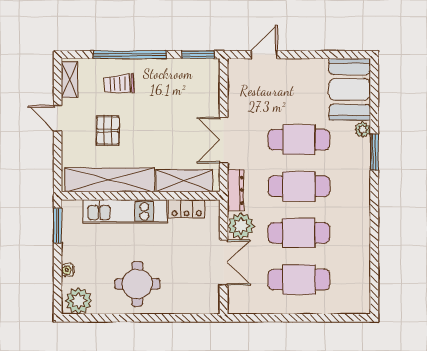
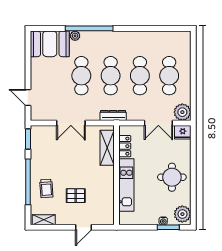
door: (58, 118) -> (84, 227), moved
double door: (224, 140) -> (71, 123), moved
window: (374, 152) -> (89, 28), width x2.11
shelving: (110, 180) -> (107, 194), removed
window: (58, 225) -> (168, 227), moved
plant: (241, 226) -> (182, 112), moved
double door: (224, 263) -> (158, 123), swing flipped
fridge: (209, 301) -> (183, 132), added

